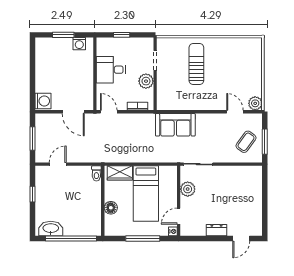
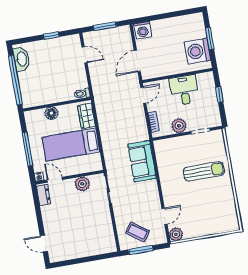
washing machine: (79, 44) -> (198, 51), width x1.89, depth x1.89
dresser: (216, 230) -> (44, 195), moved

